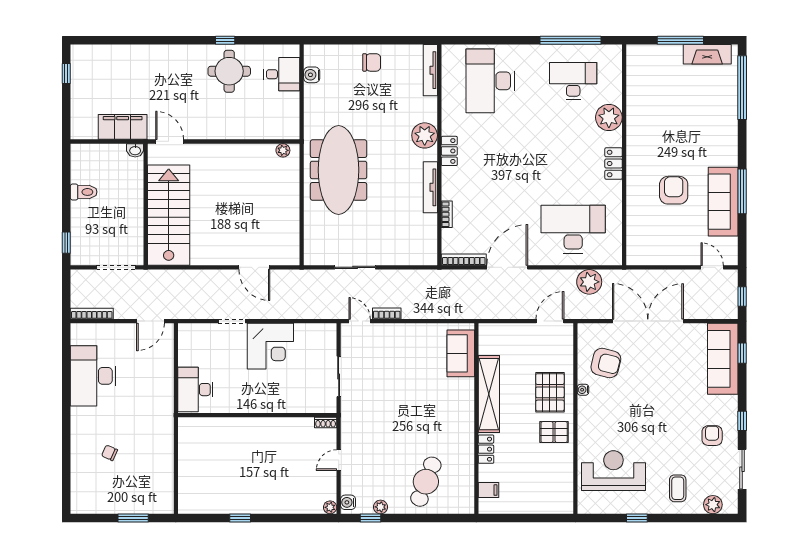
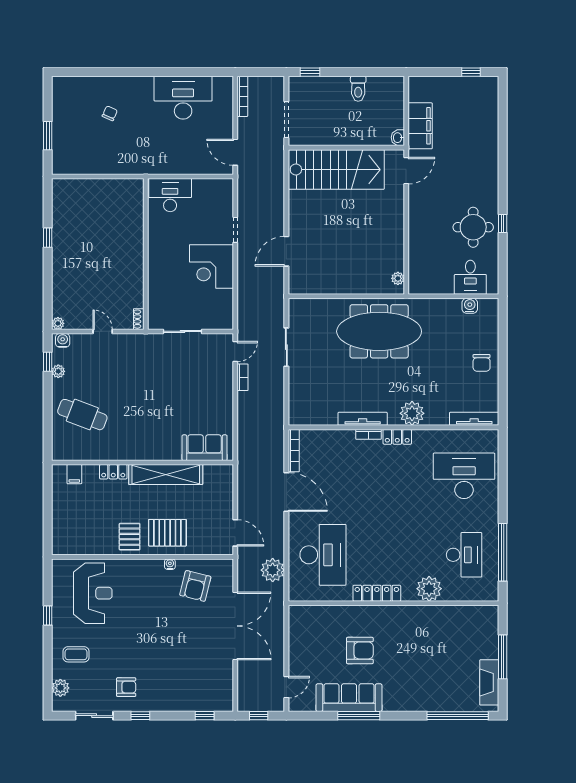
locker: (614, 164) -> (377, 593), width x1.53
bookcase: (447, 214) -> (368, 434), moved
sofa: (723, 359) -> (199, 697), removed

